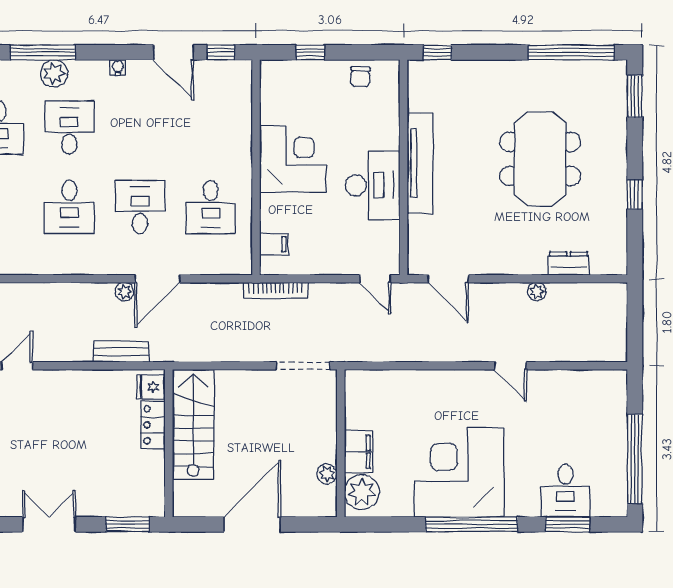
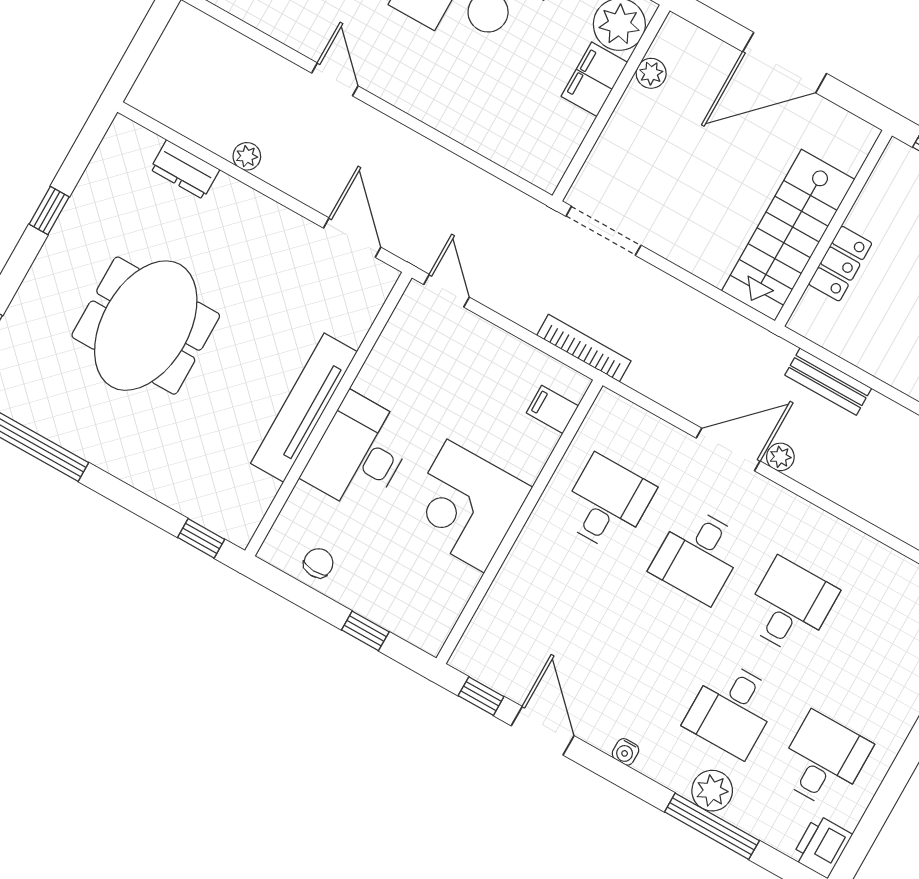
desk: (373, 185) -> (359, 453), moved
fridge: (151, 387) -> (816, 314), removed

